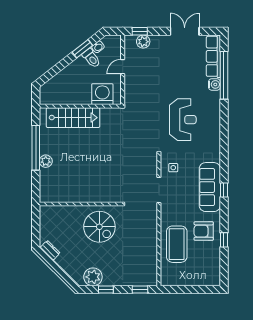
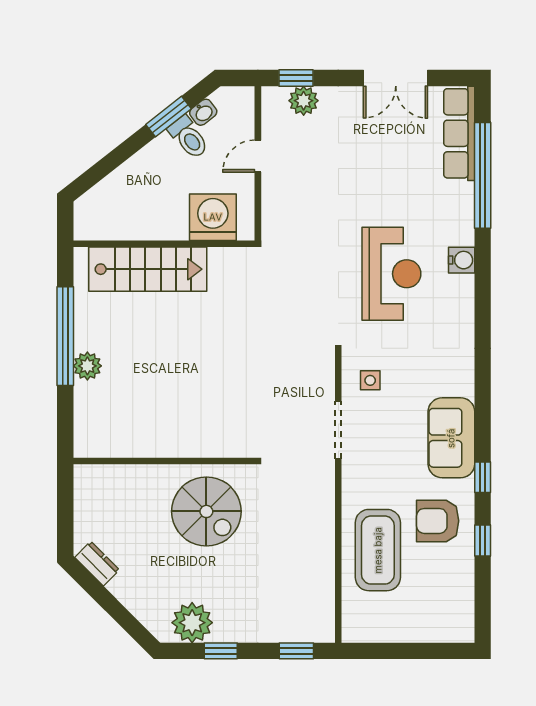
double door: (185, 31) -> (396, 78), swing flipped
water cooler: (214, 84) -> (462, 260), moved
sofa: (210, 187) -> (451, 438), width x0.73
window: (224, 190) -> (483, 477), moved

